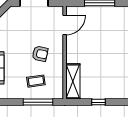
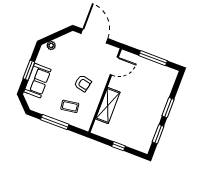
shelving: (73, 81) -> (108, 105), moved
window: (38, 102) -> (55, 122), moved

